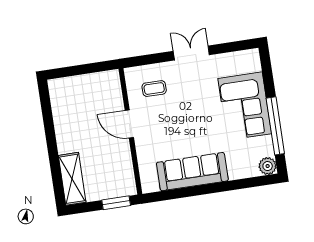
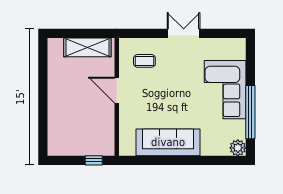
shelving: (72, 179) -> (87, 47), moved, turned 90
window: (116, 203) -> (94, 160), width x0.67

